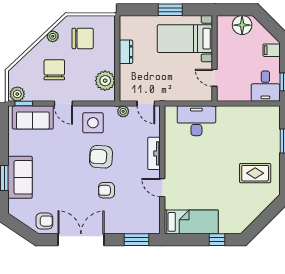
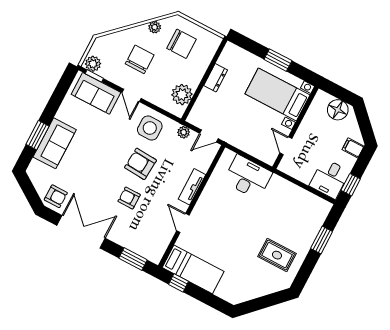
door: (146, 104) -> (209, 136), hinge flipped
window: (217, 240) -> (178, 283), moved

